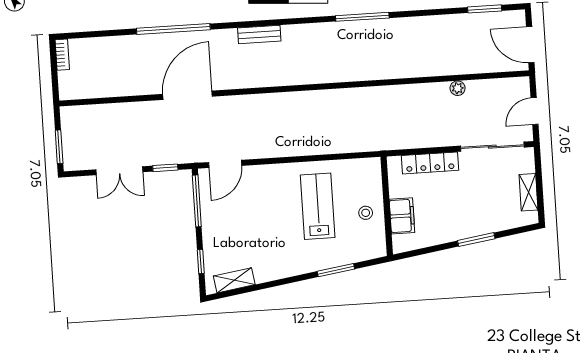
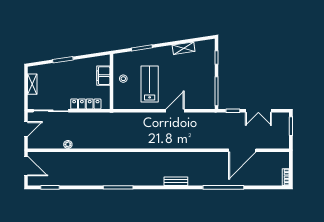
door: (187, 95) -> (242, 150), moved
door: (225, 164) -> (175, 111), moved
double door: (119, 171) -> (258, 111), swing flipped
lab bench: (318, 206) -> (150, 84), turned 180
shelving: (234, 280) -> (184, 48), moved

